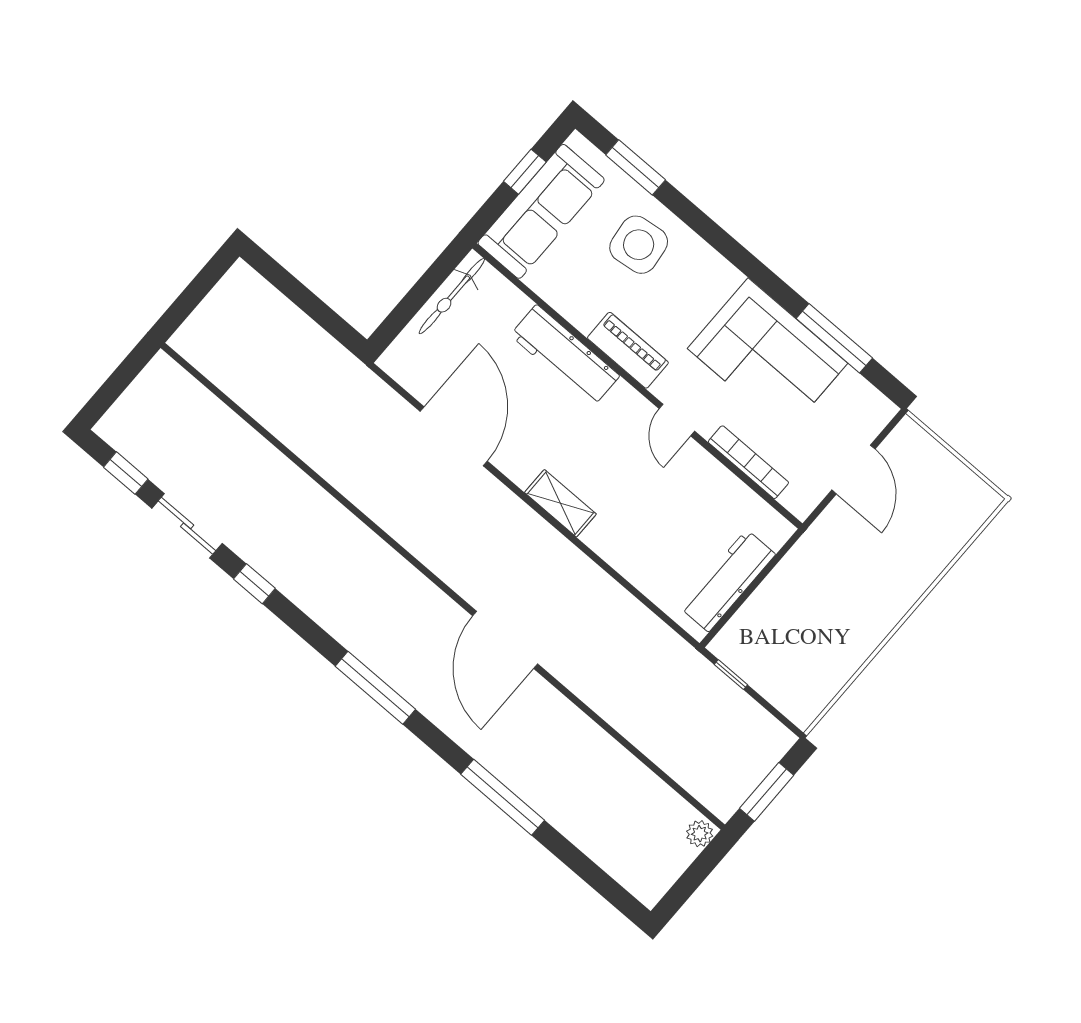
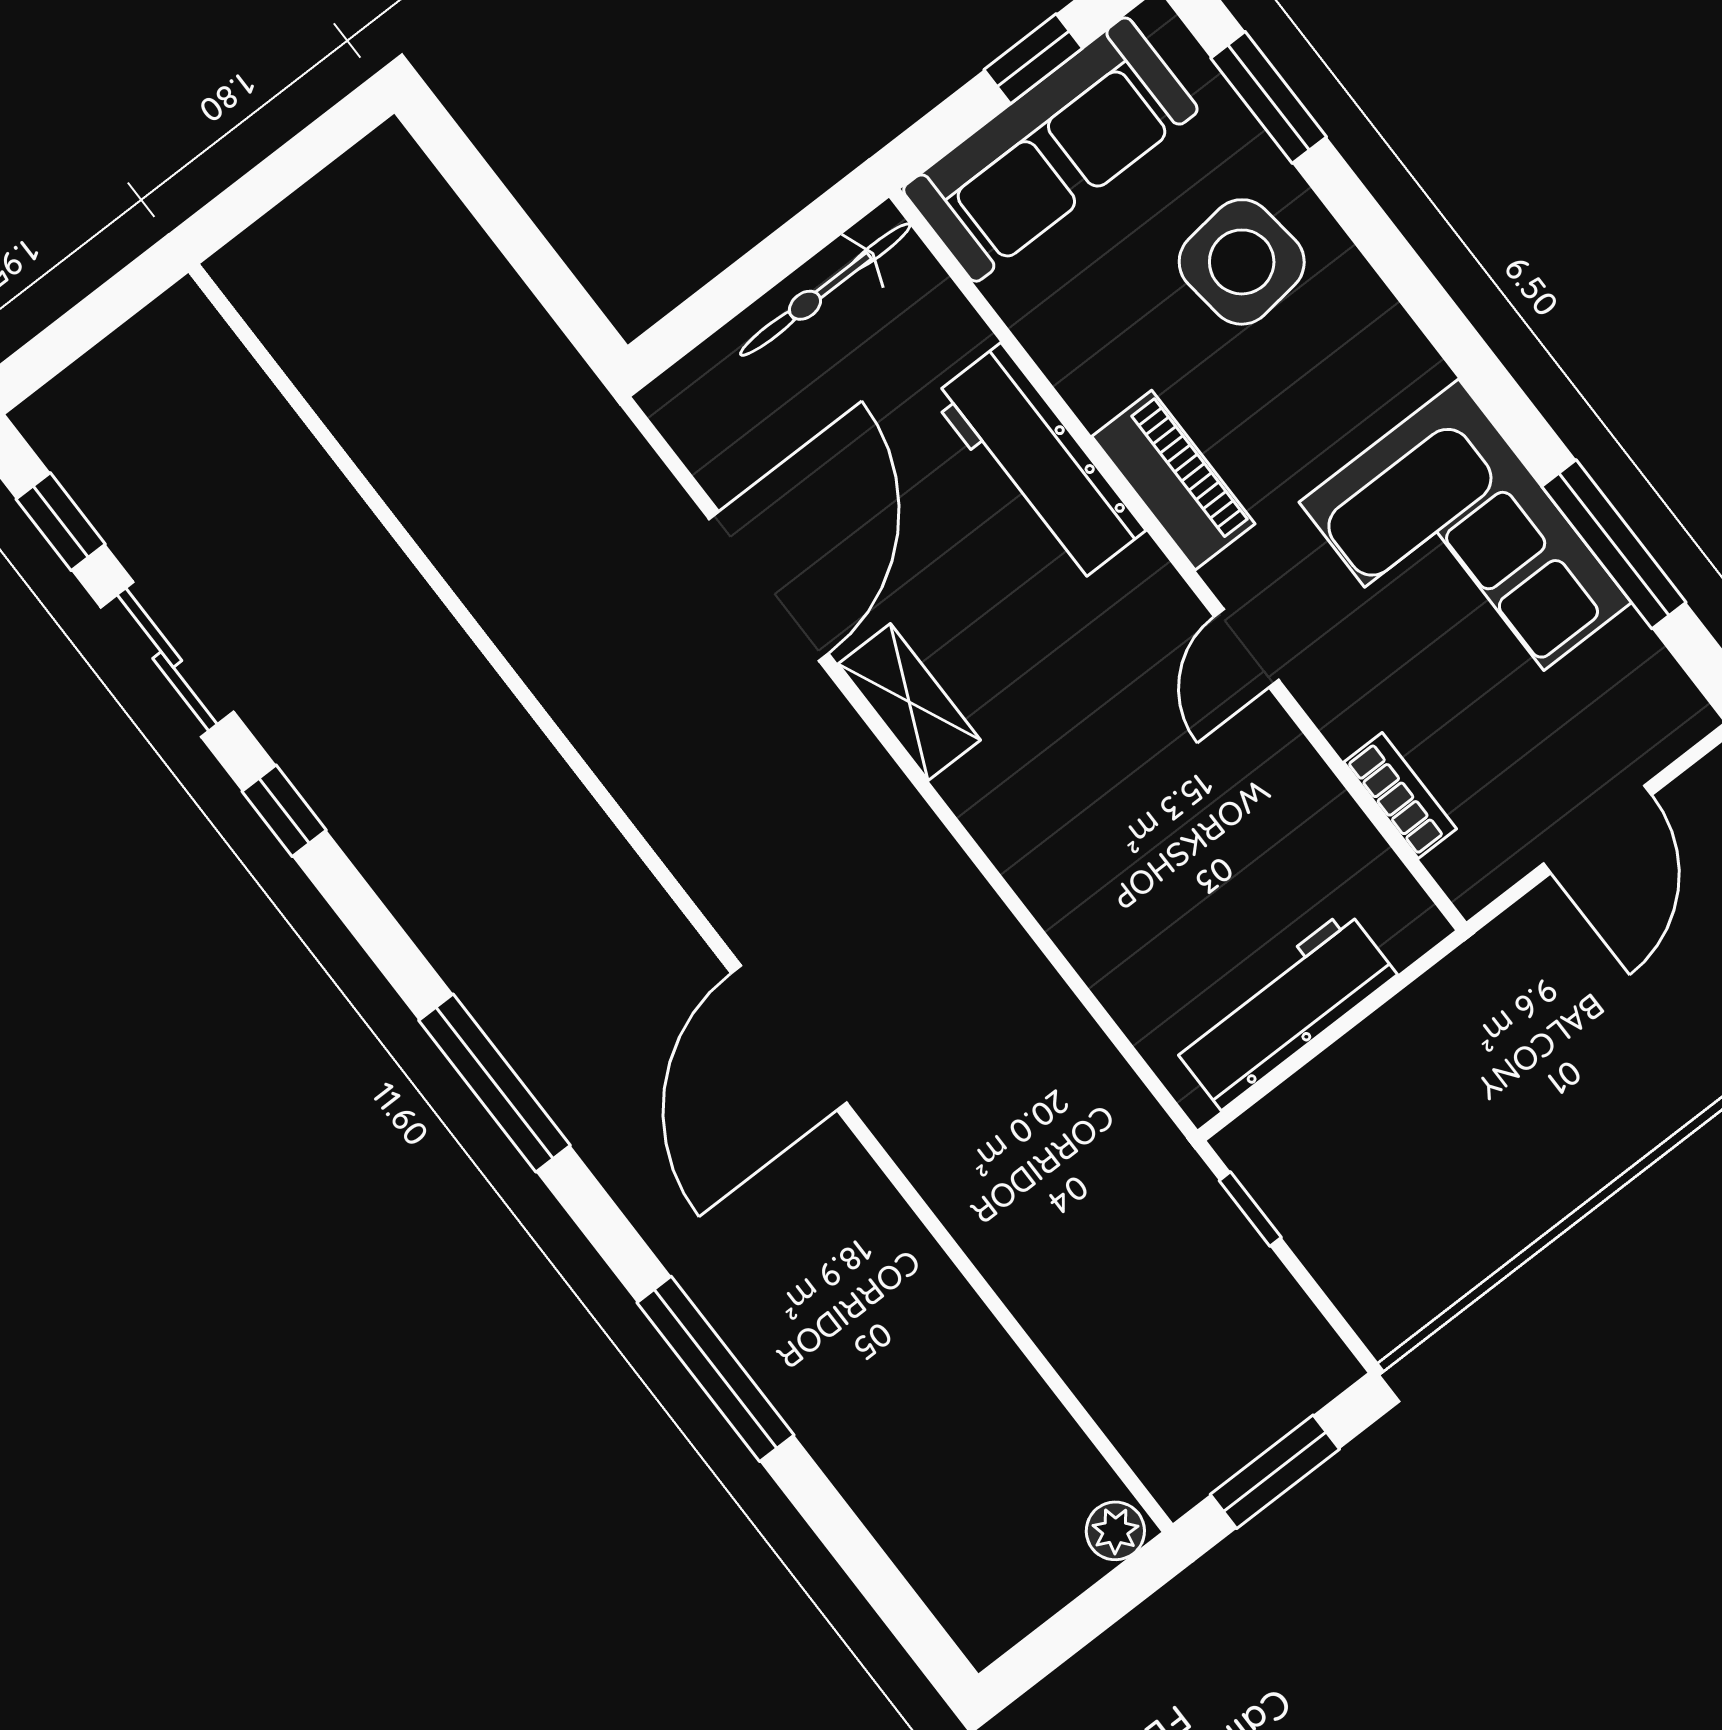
bookcase: (748, 462) -> (1400, 796), width x0.64
shelving: (560, 503) -> (909, 702), moved

